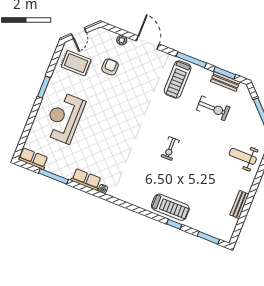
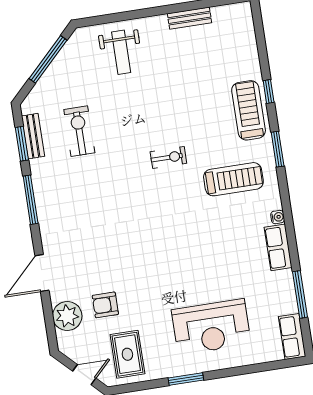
plant: (122, 40) -> (67, 316), width x1.87, depth x1.87
treadmill: (178, 79) -> (233, 179), moved
window: (208, 238) -> (278, 149), moved

